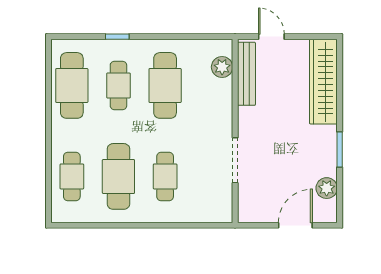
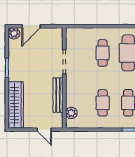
bench: (246, 74) -> (58, 95), moved
cafe table: (165, 85) -> (103, 103), width x0.73, depth x0.74
plant: (327, 188) -> (14, 33), moved

